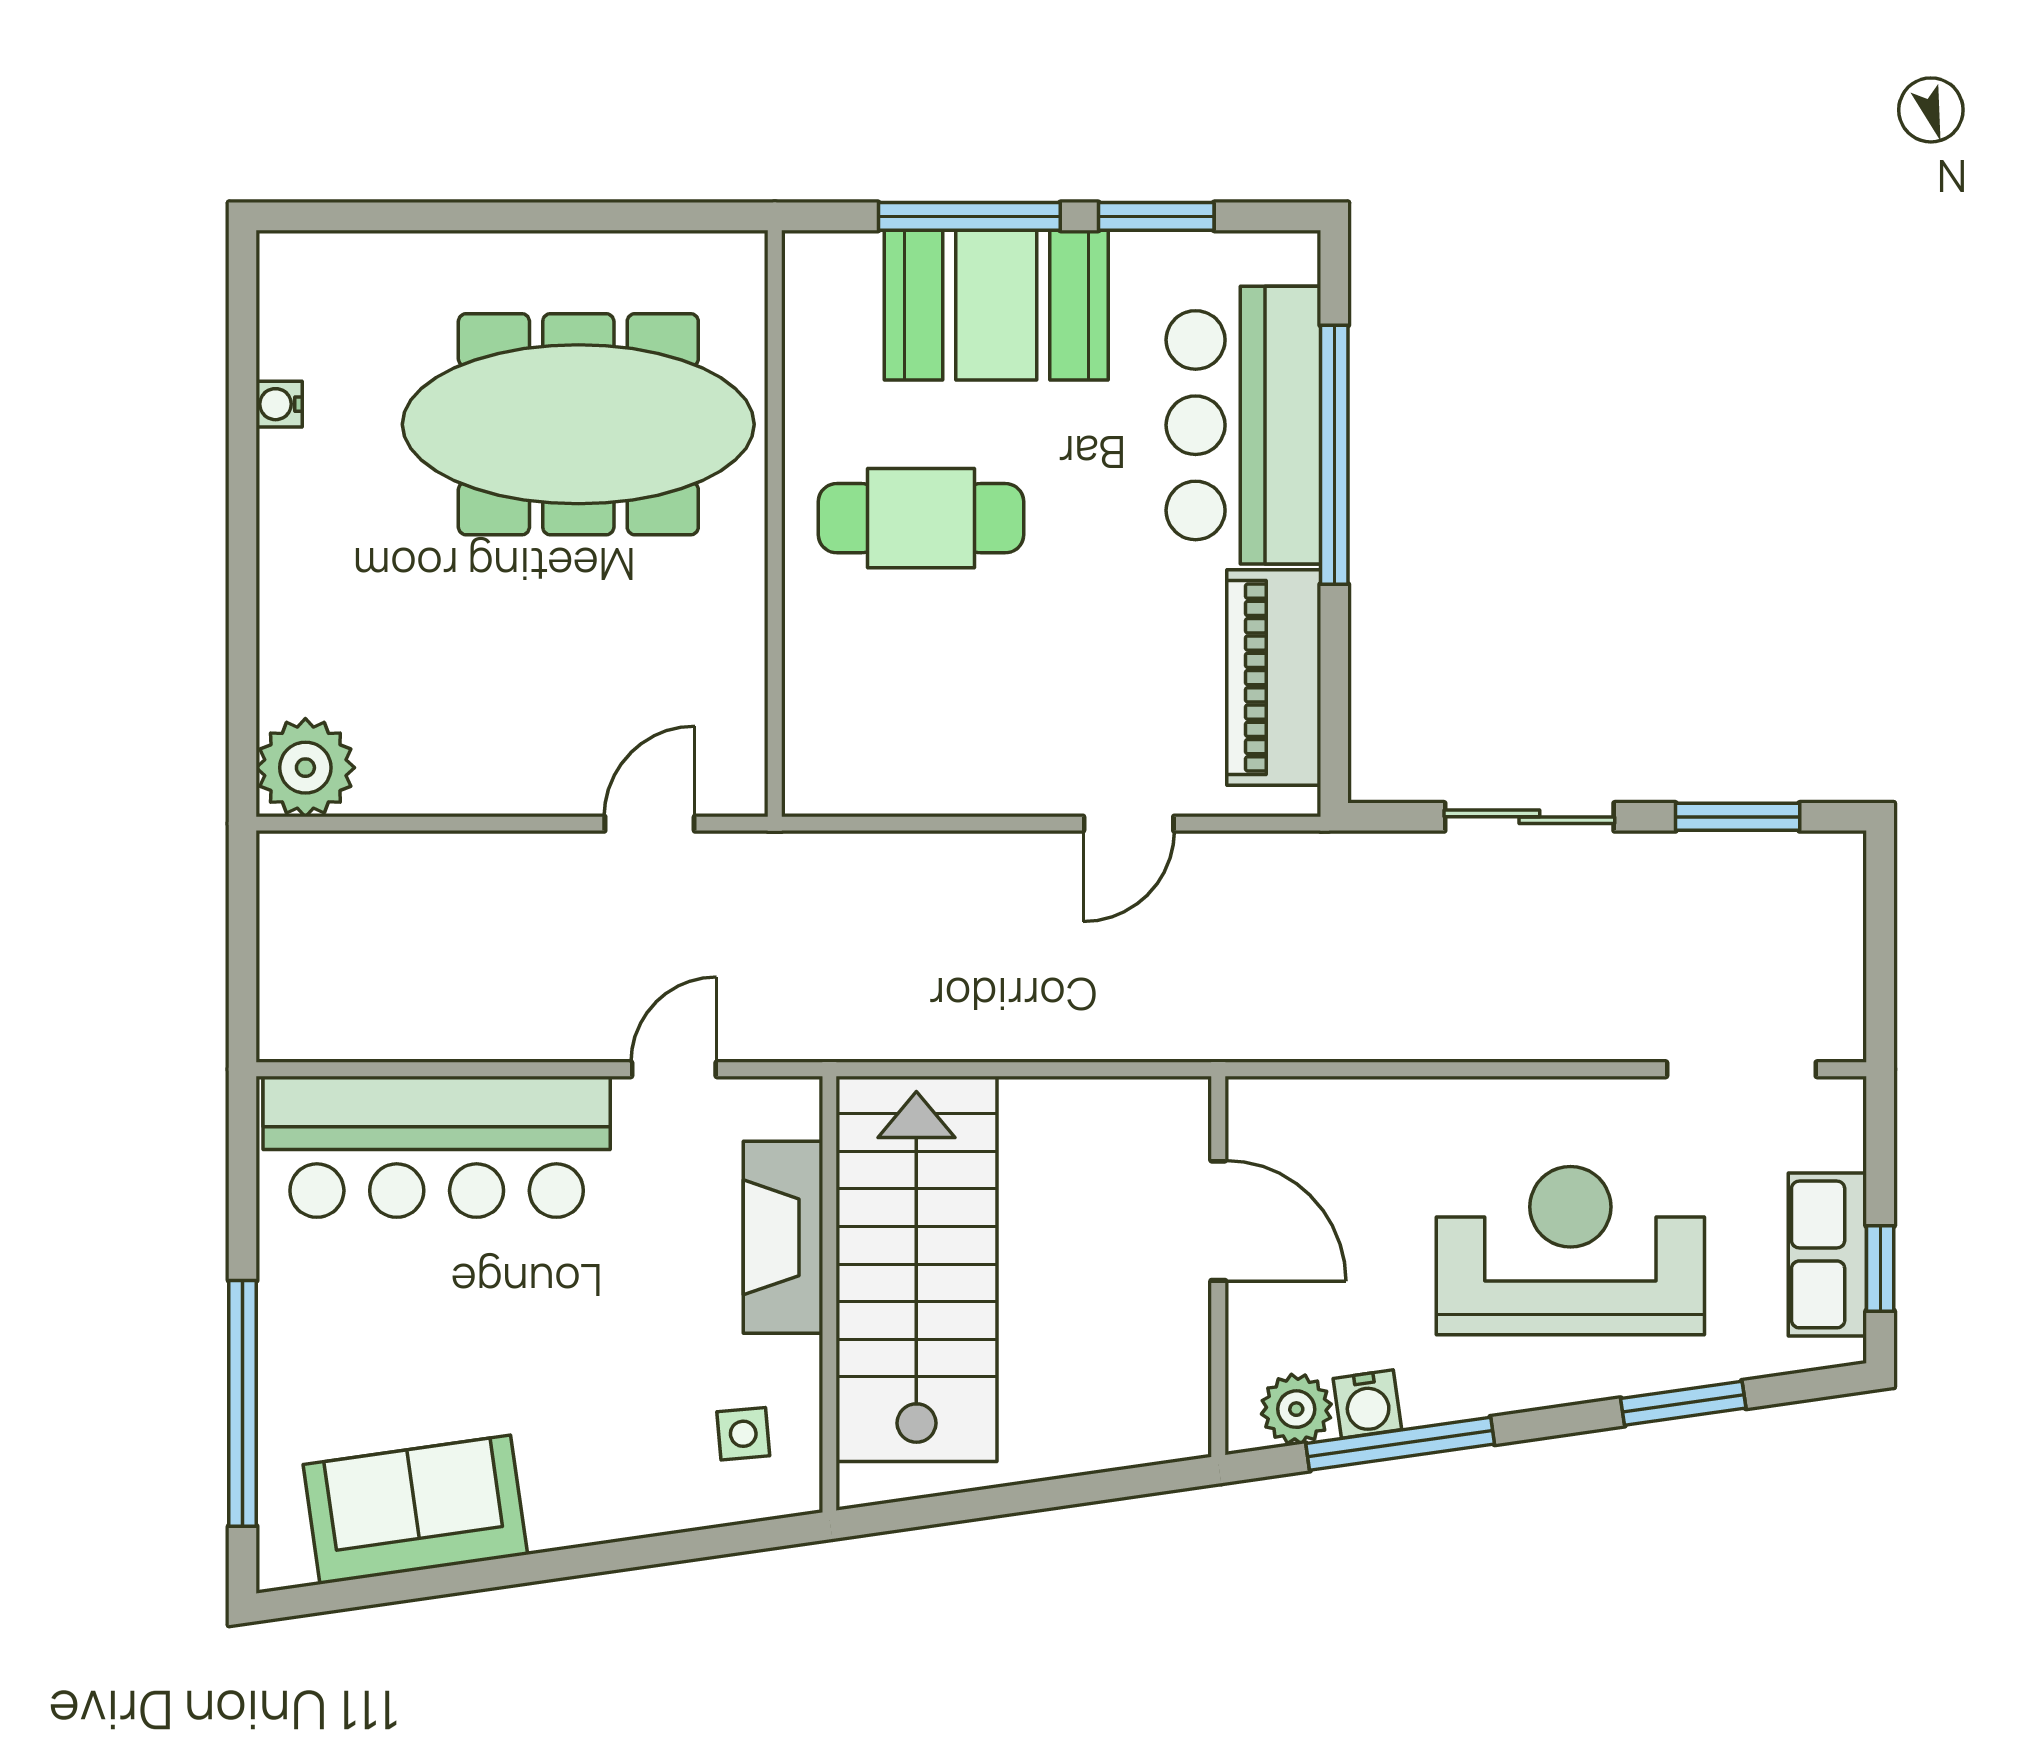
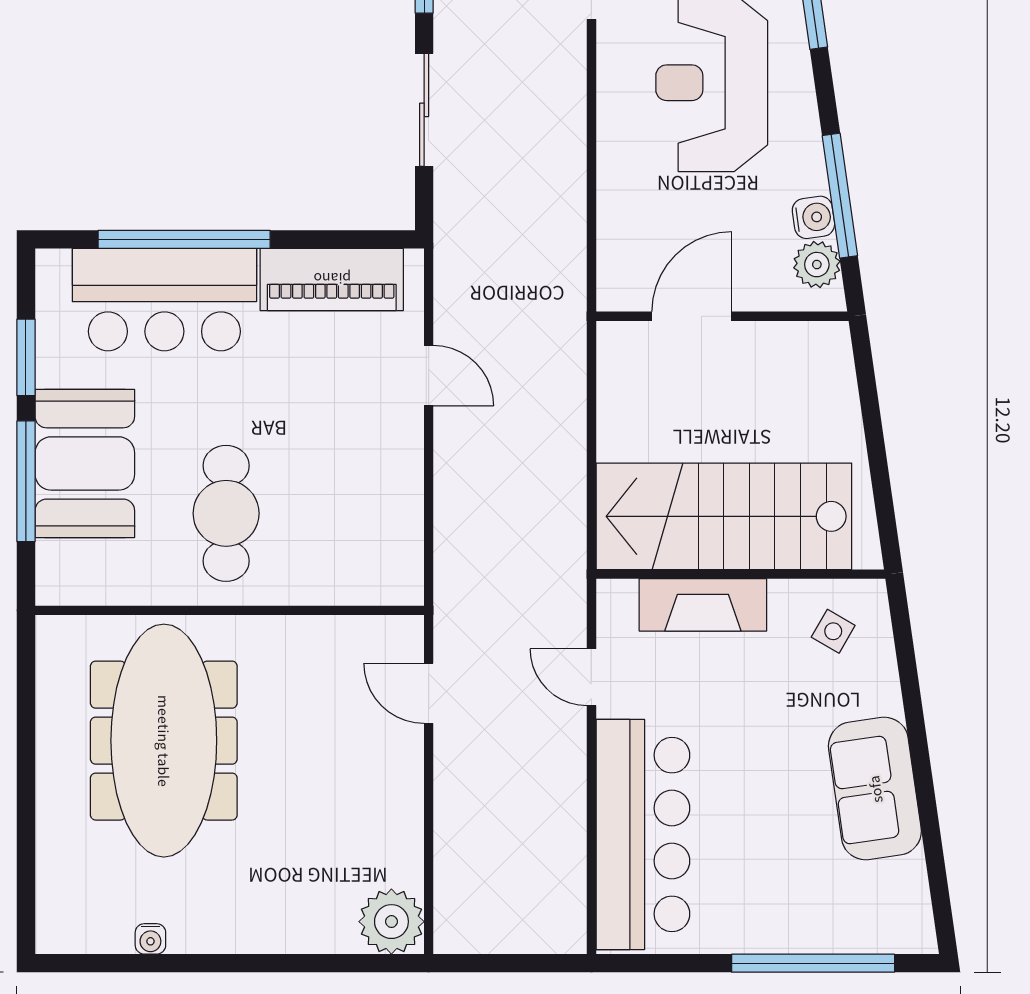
side table: (743, 1434) -> (833, 631), turned 35
sofa: (415, 1510) -> (875, 789), moved

